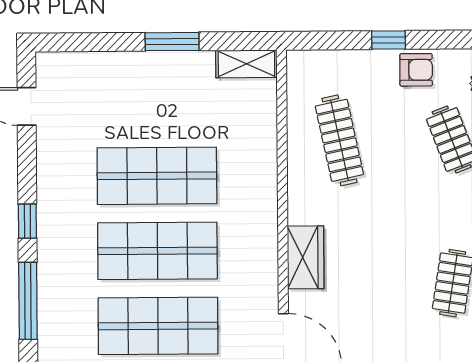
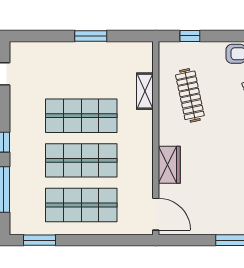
window: (388, 40) -> (190, 36), moved
shelving: (246, 64) -> (145, 91), moved, turned 90

